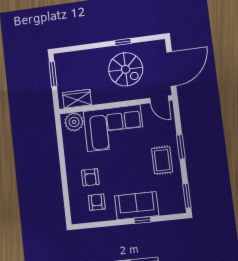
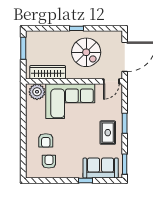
window: (123, 42) -> (76, 28), moved
wardrobe: (77, 99) -> (48, 72), width x1.50
door: (159, 99) -> (111, 81), hinge flipped
sofa: (137, 206) -> (101, 168), moved

